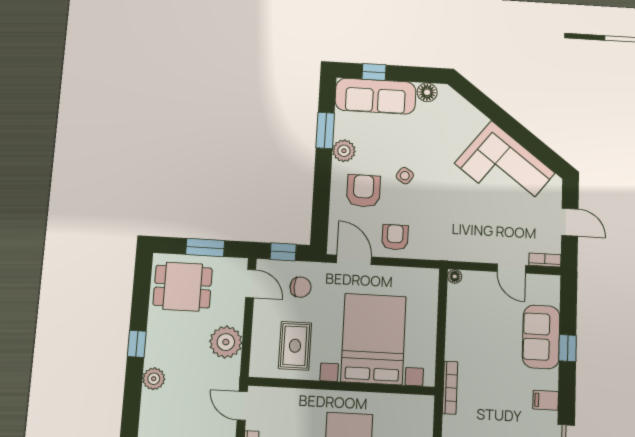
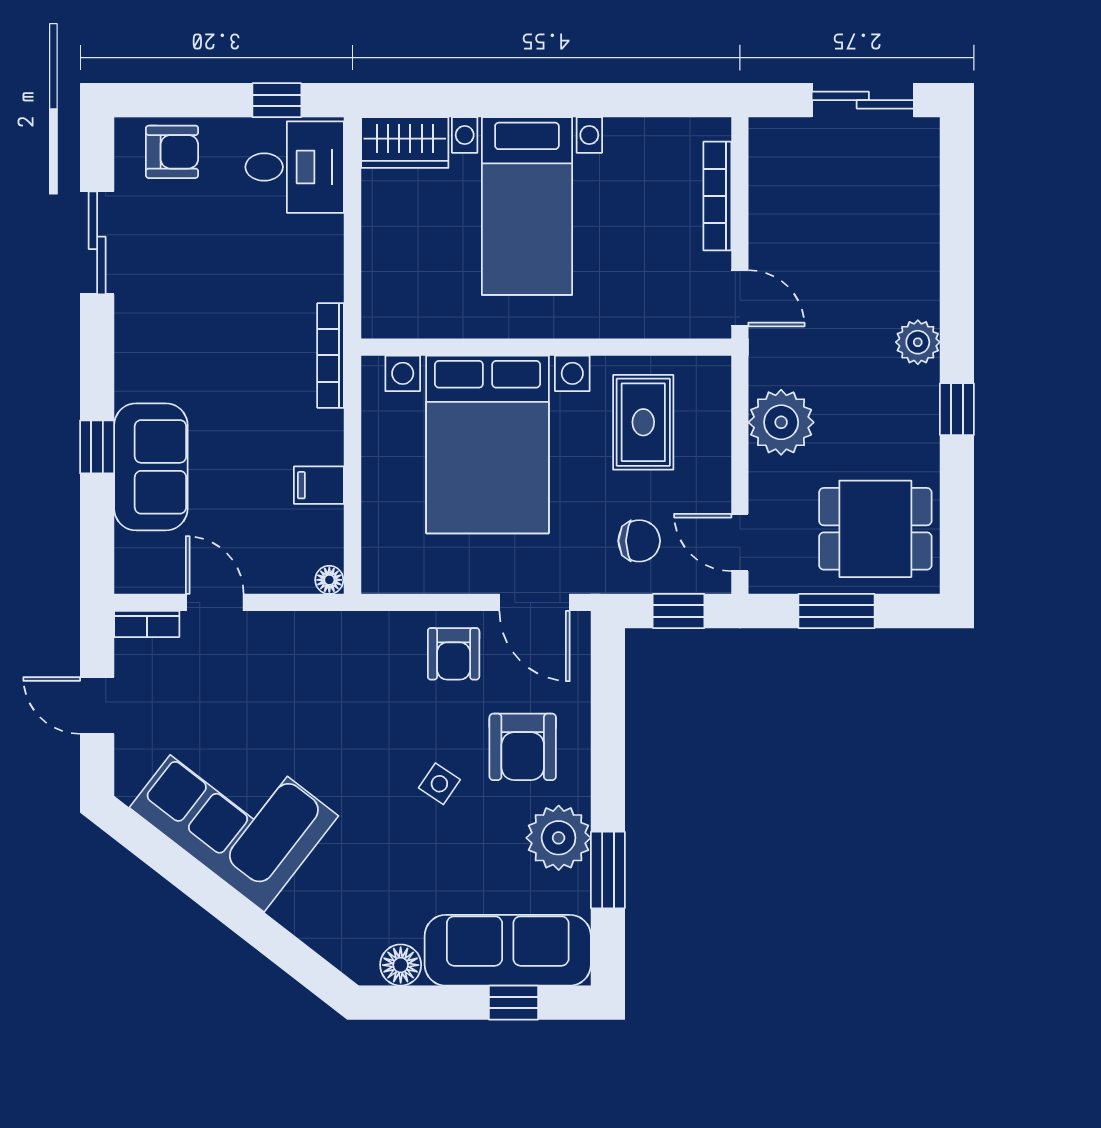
plant: (344, 151) -> (559, 838), width x1.36, depth x1.36
chair: (301, 287) -> (639, 541), turned 180
filing cabinet: (546, 400) -> (319, 485), moved, turned 180

